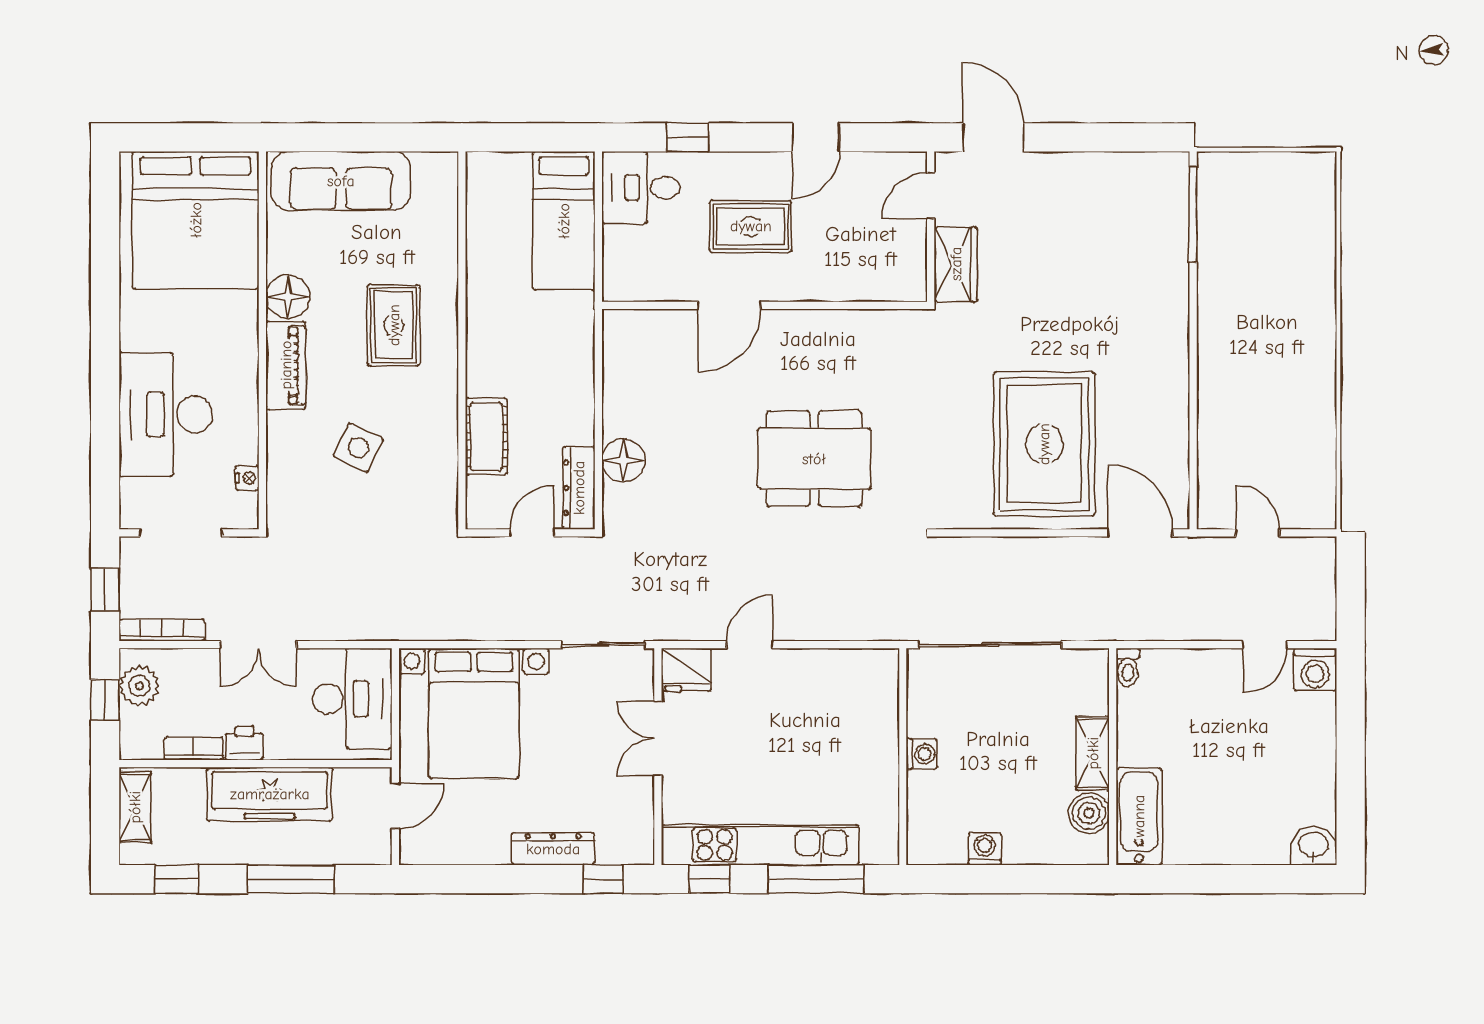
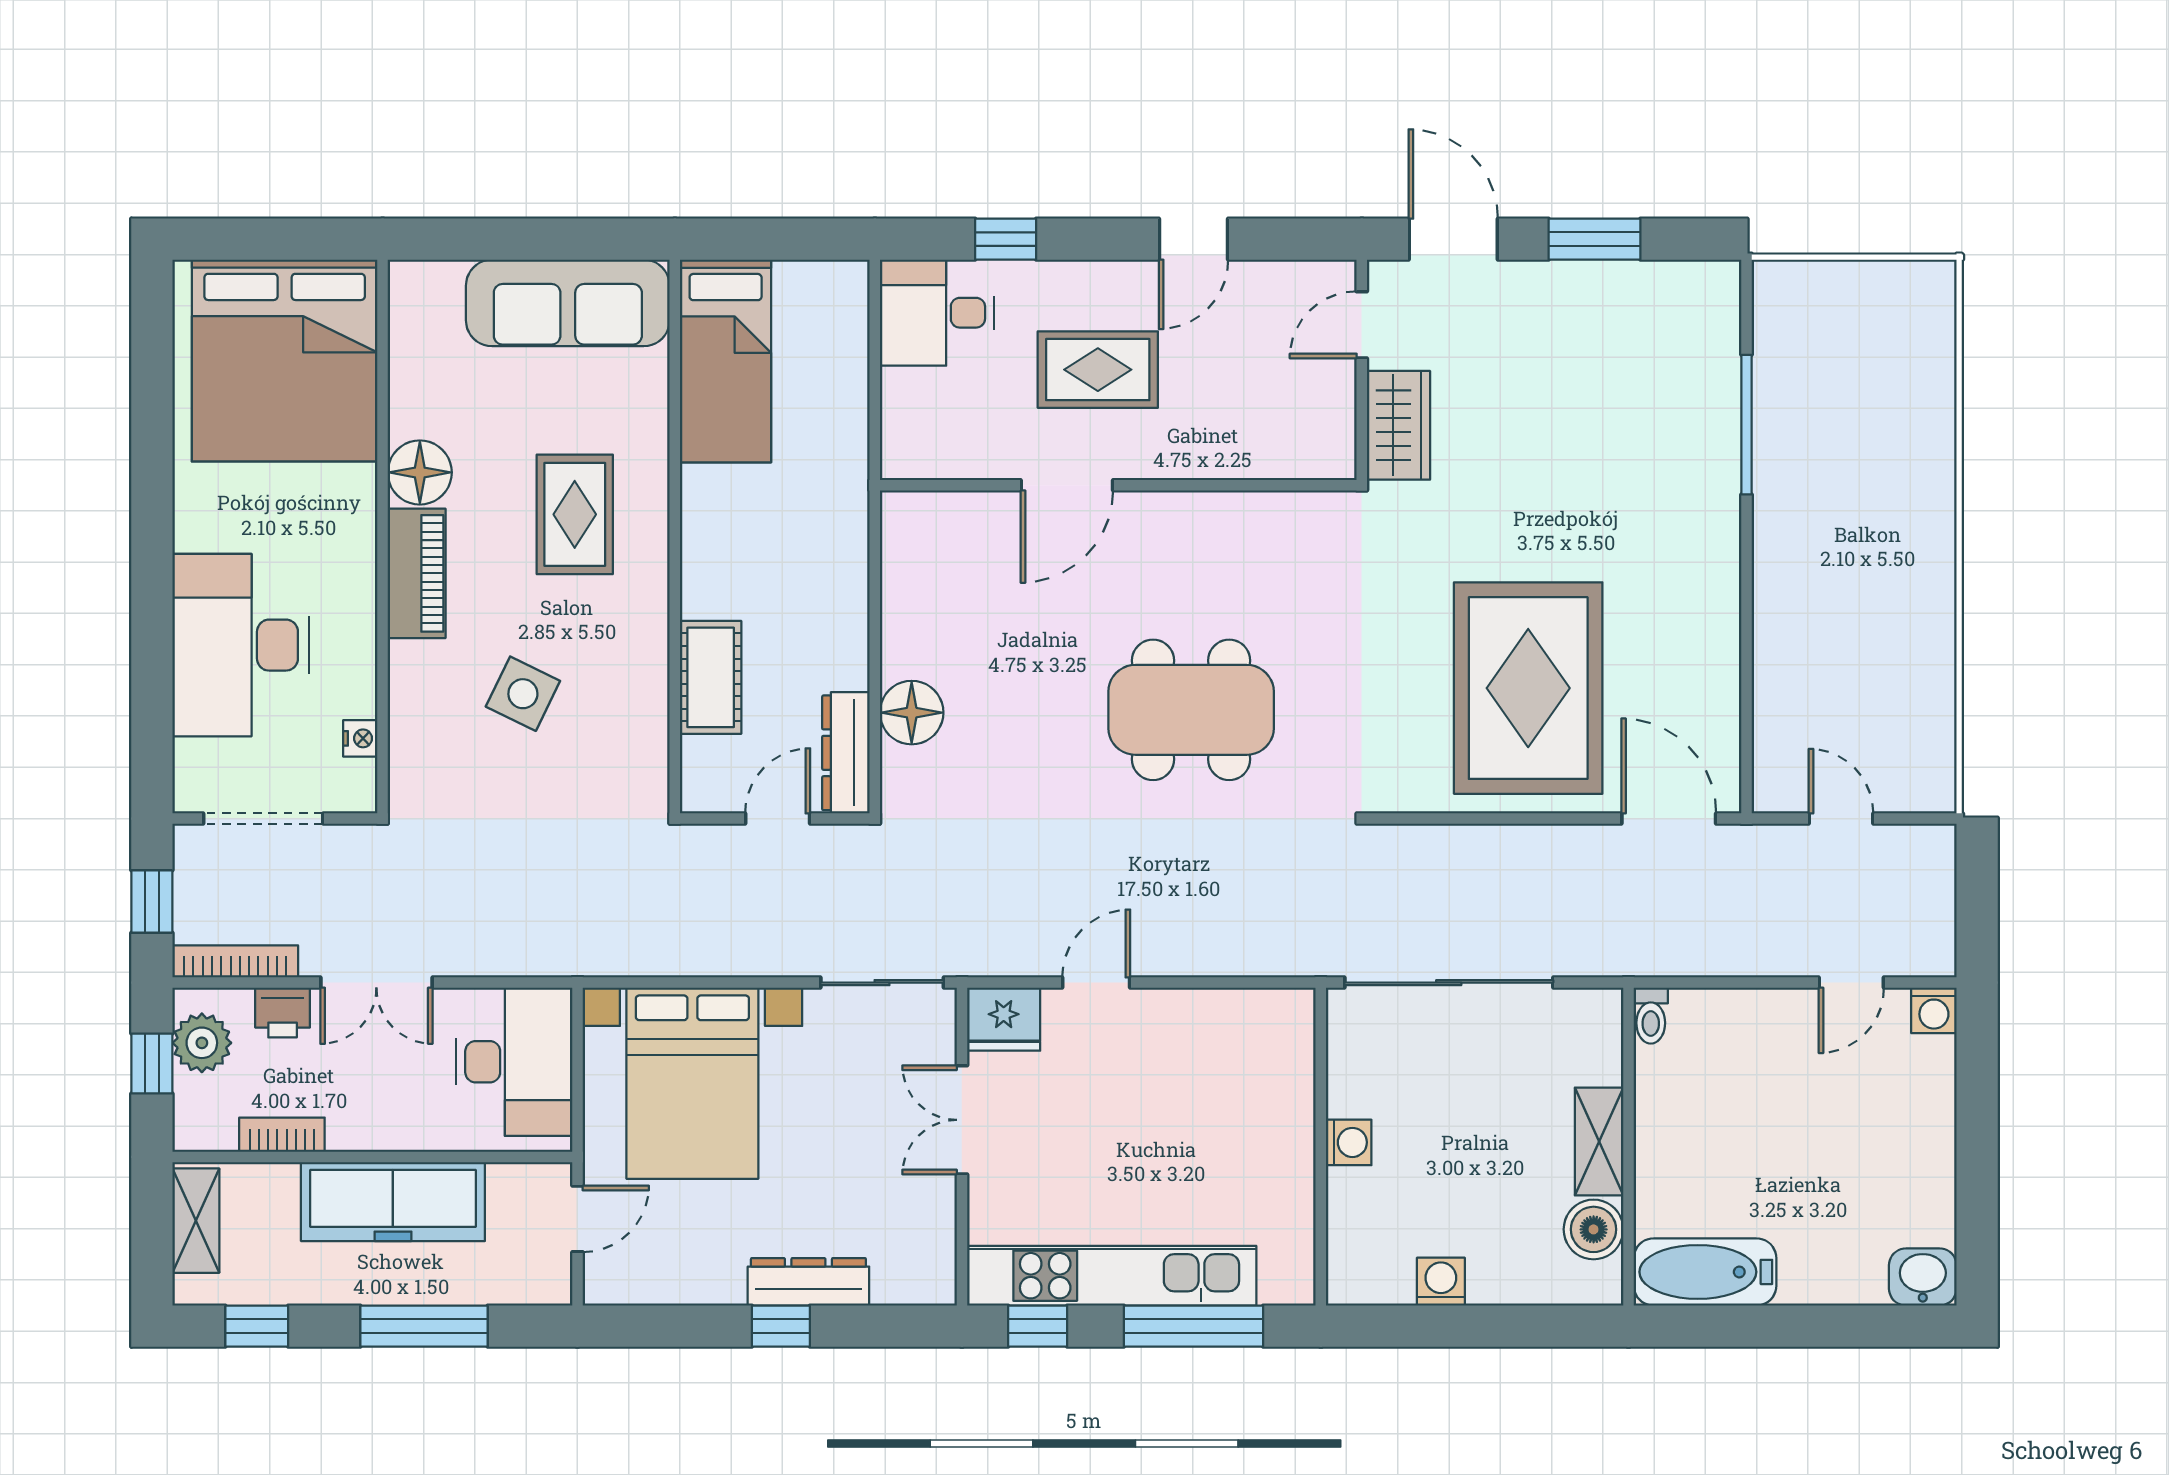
window: (1090, 137) -> (1595, 239), added
sofa: (341, 181) -> (568, 303), moved
window: (1193, 214) -> (1746, 425), moved
bed: (564, 221) -> (726, 361), moved
washing machine: (1315, 670) -> (1934, 1010), width x0.73, depth x0.73
printer: (244, 743) -> (283, 1013), moved, turned 180
bathtub: (1139, 816) -> (1705, 1272), moved, turned -90
window: (603, 879) -> (781, 1326), moved

